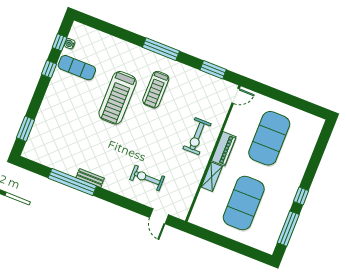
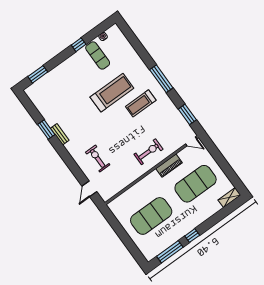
window: (60, 42) -> (97, 31), removed
treadmill: (118, 98) -> (112, 93), turned 180
exercise bike: (197, 136) -> (148, 152), turned 180
piano: (224, 149) -> (169, 166), moved
shelving: (212, 177) -> (229, 198), moved
window: (72, 182) -> (46, 129), width x0.47

